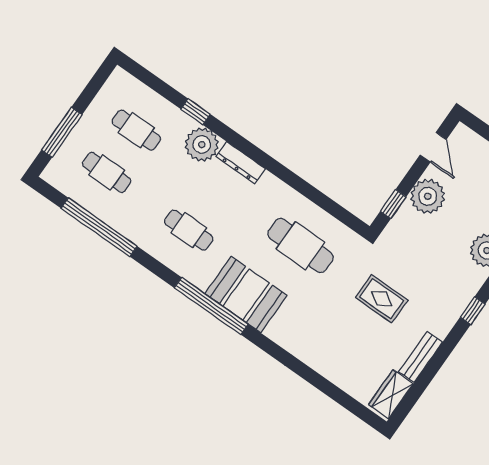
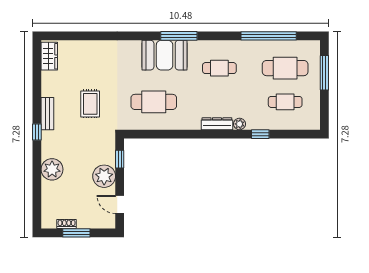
plant: (202, 145) -> (240, 124), width x0.53, depth x0.53
cafe table: (107, 172) -> (285, 68), width x1.37, depth x1.35
rug: (382, 299) -> (90, 104), turned 90
window: (211, 306) -> (179, 36), width x0.68
bench: (421, 357) -> (47, 114), moved

